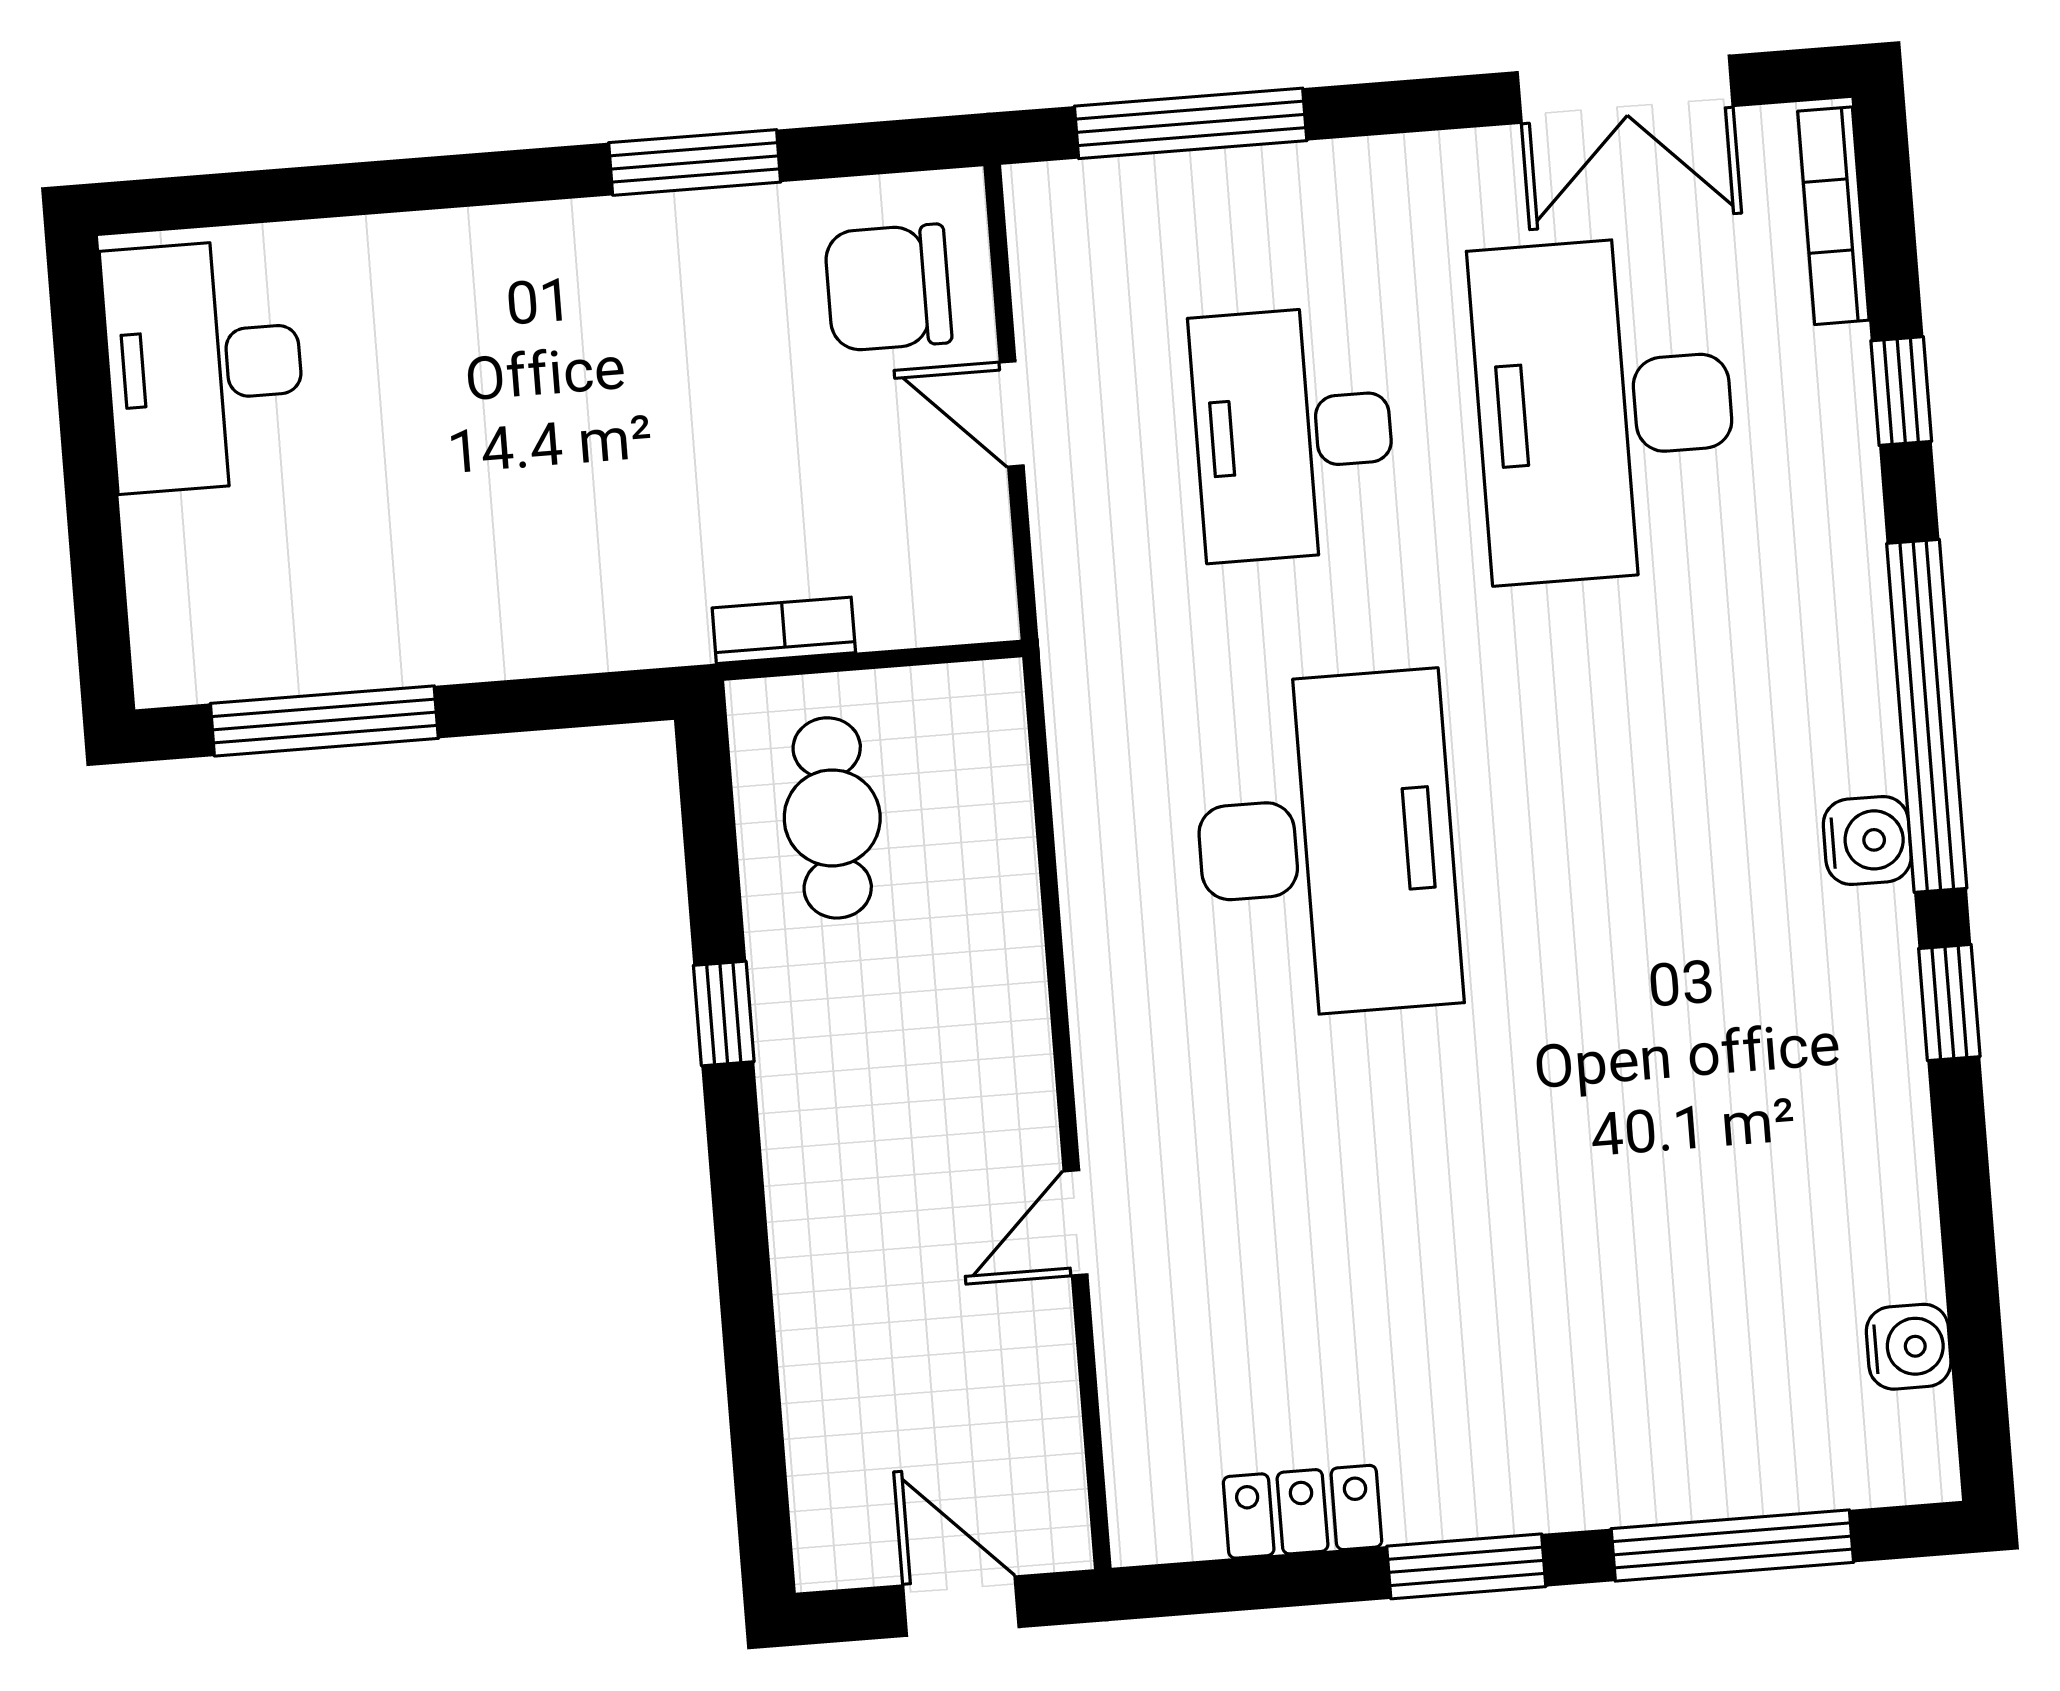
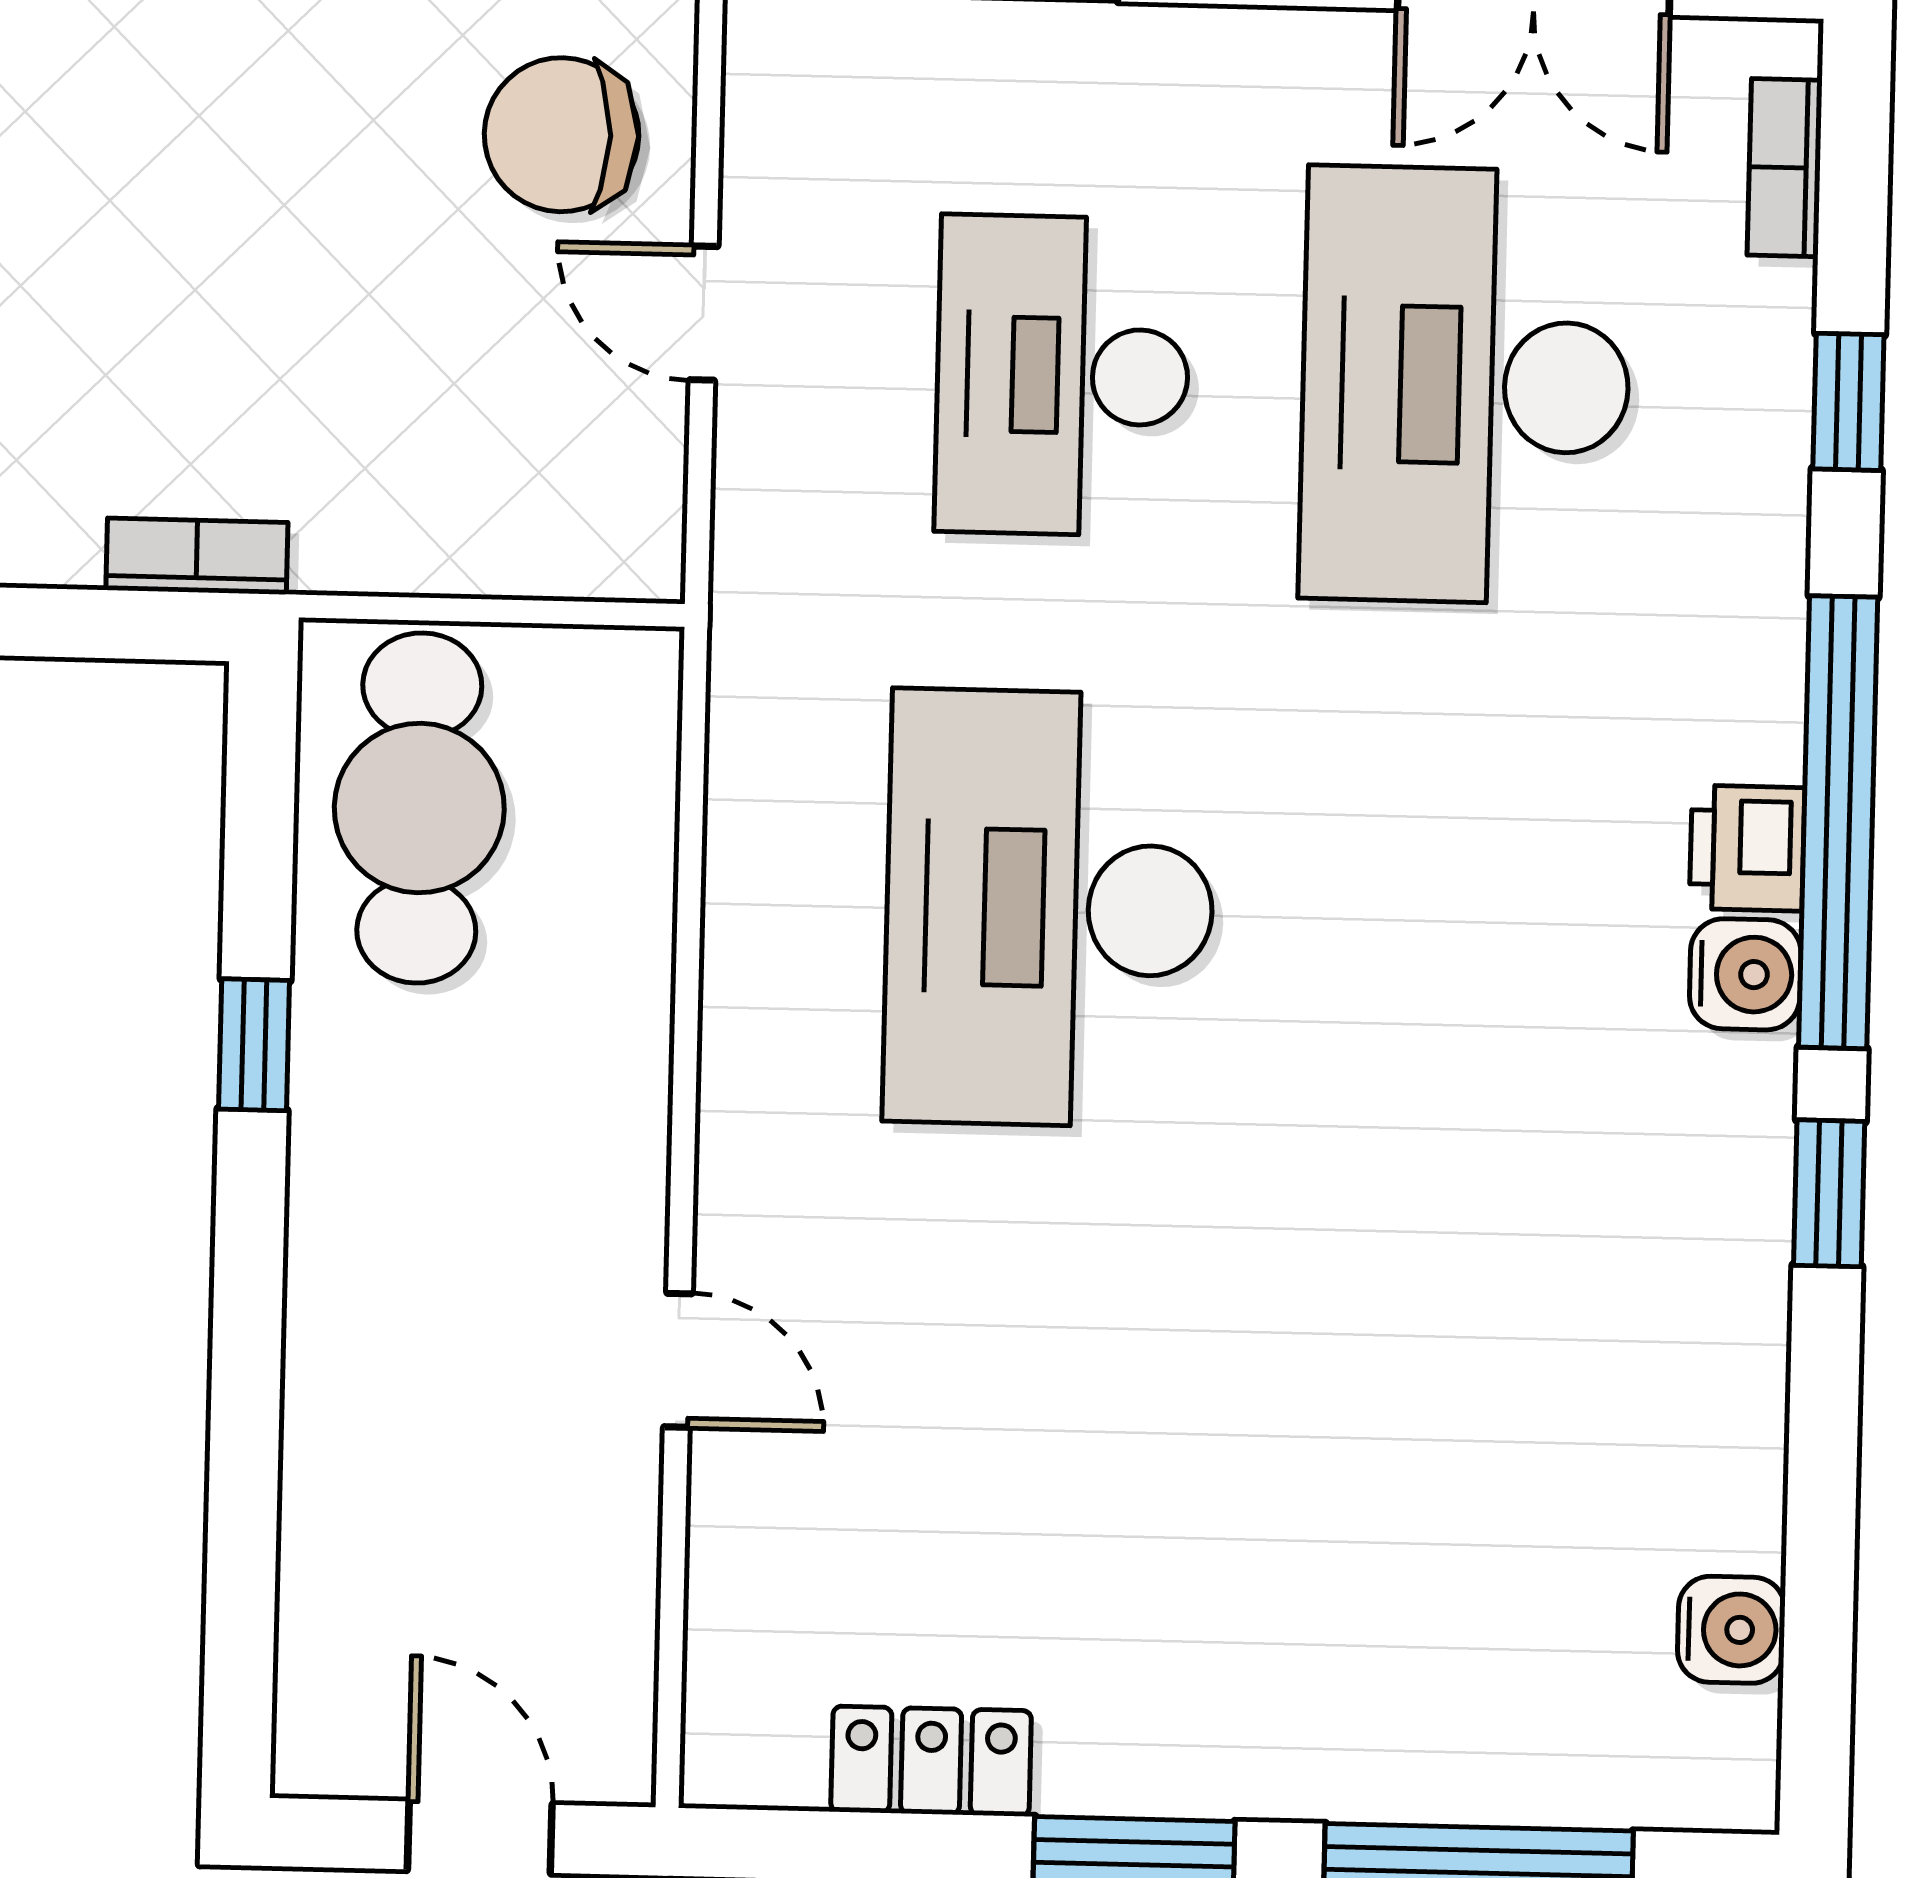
bookcase: (1833, 216) -> (1785, 168), width x0.64
bookcase: (784, 630) -> (197, 556), moved
printer: (1859, 743) -> (1747, 848), added
cafe table: (832, 818) -> (419, 808), width x1.37, depth x1.35
desk: (1326, 845) -> (1050, 908), turned 180
door: (1076, 1223) -> (678, 1360), swing flipped

